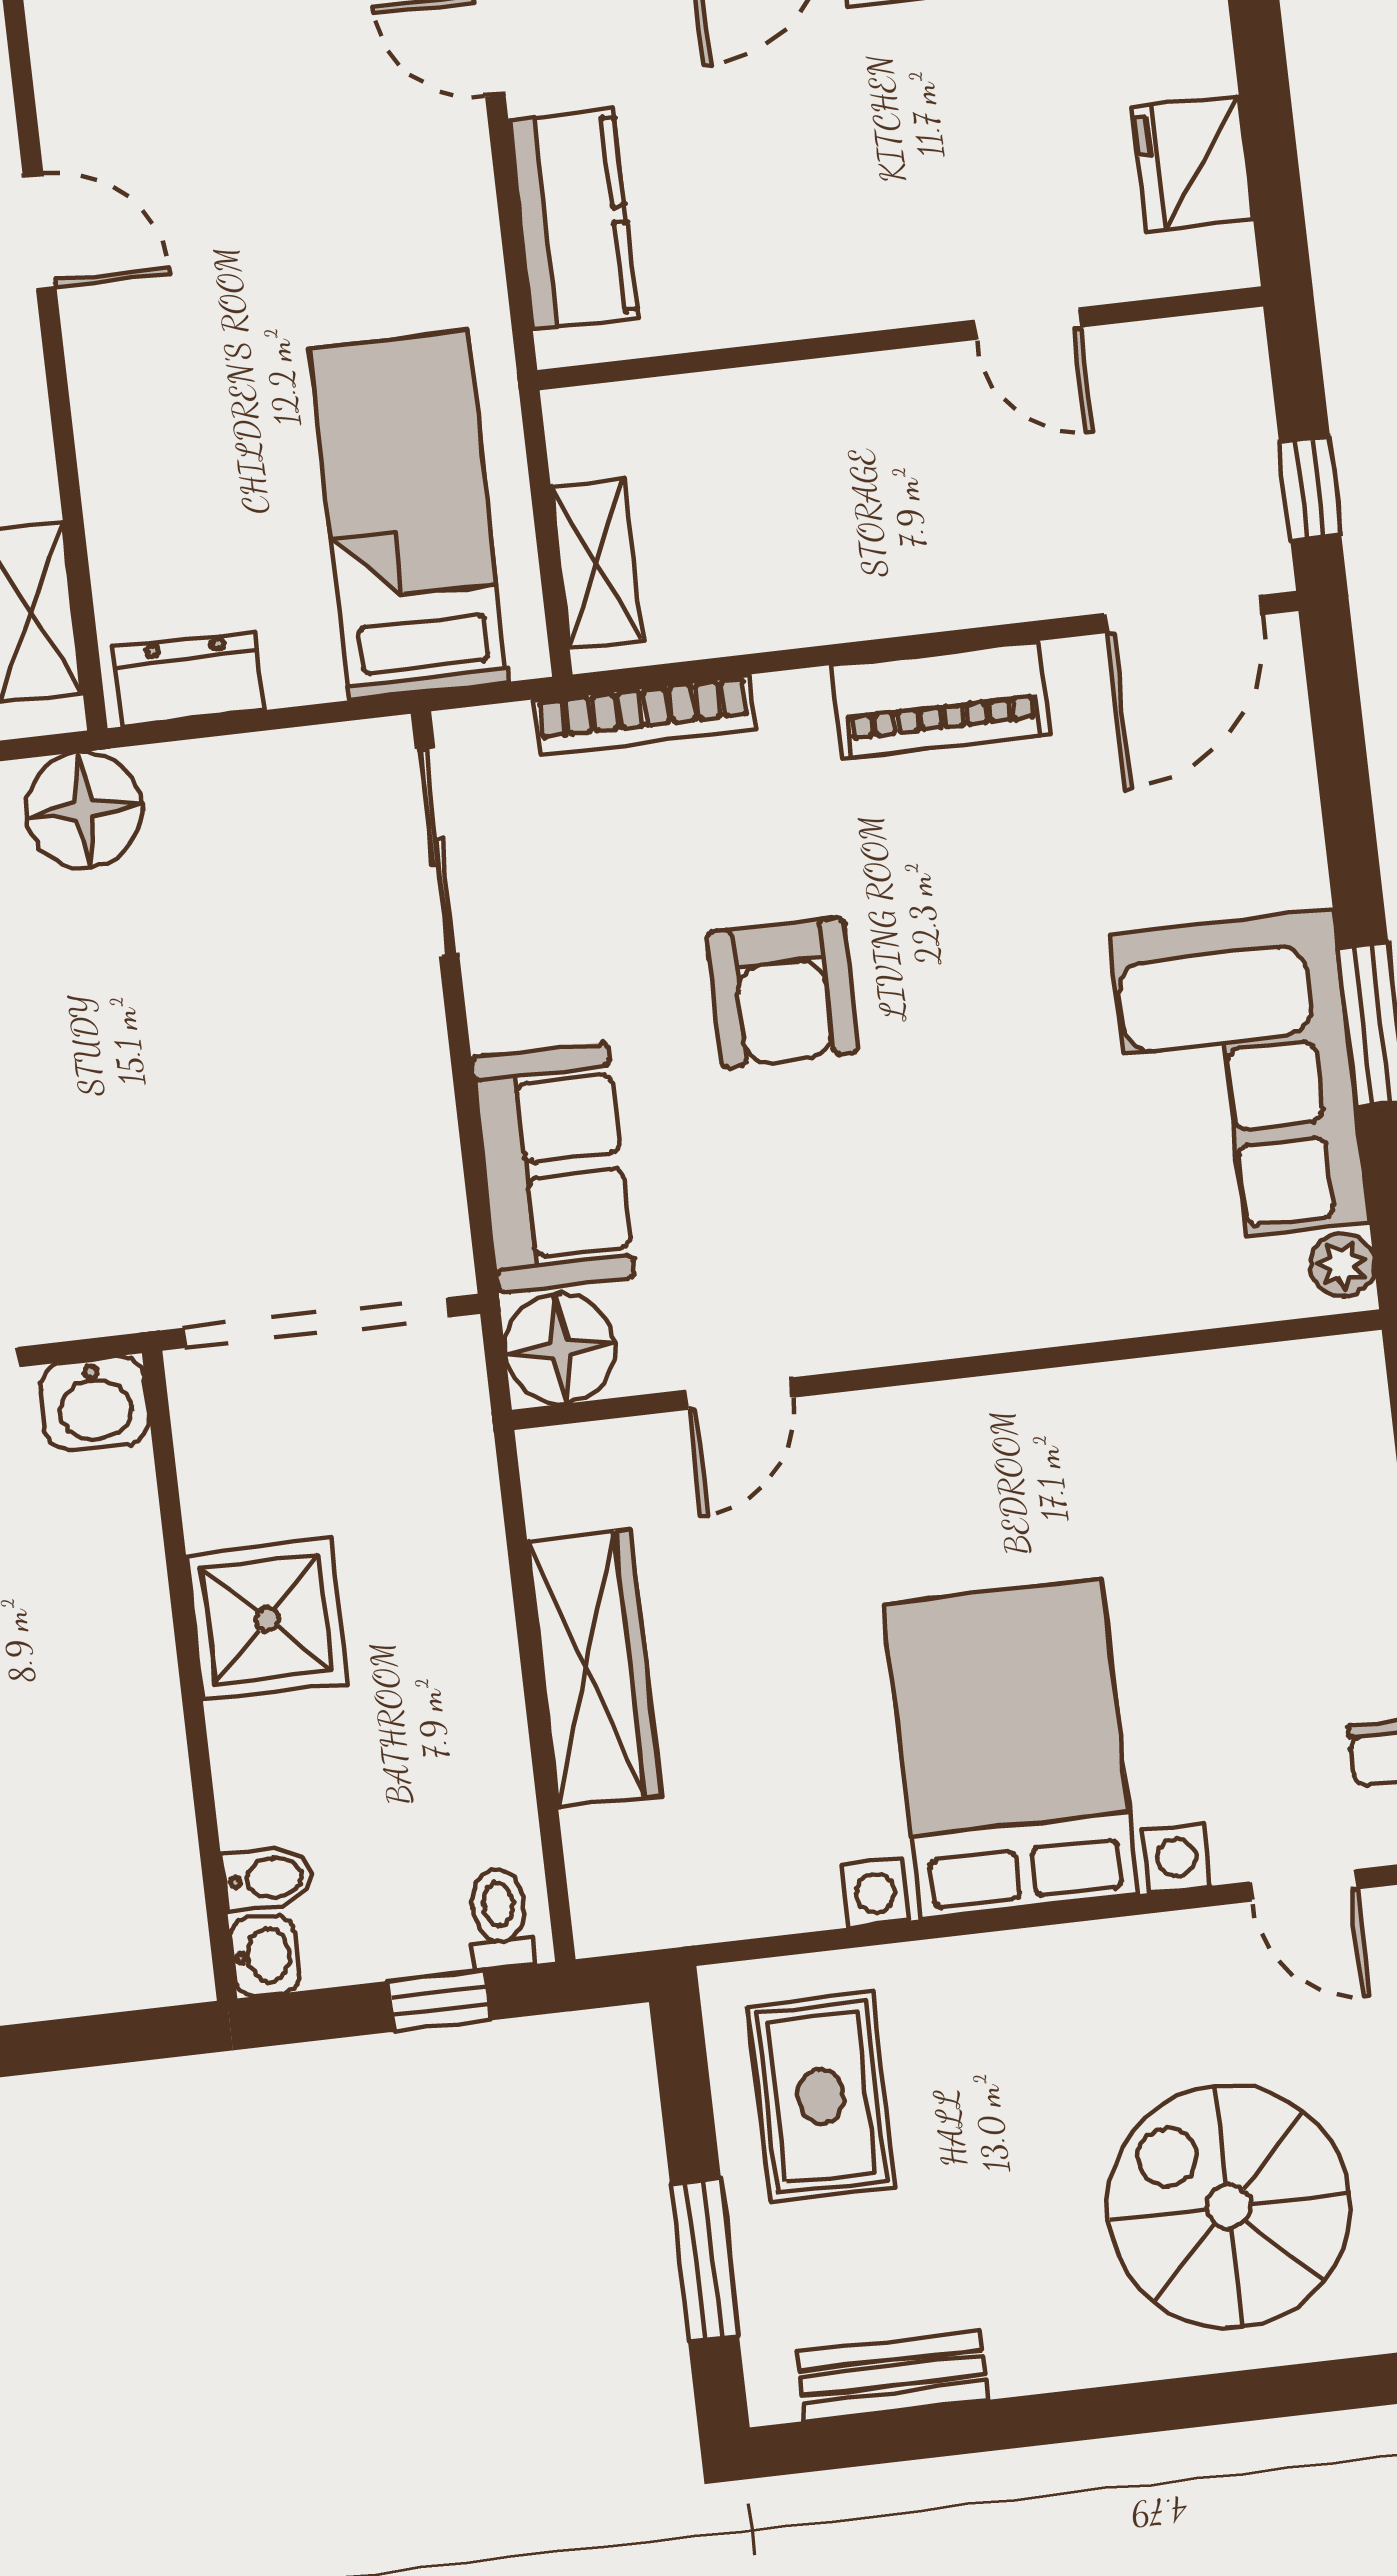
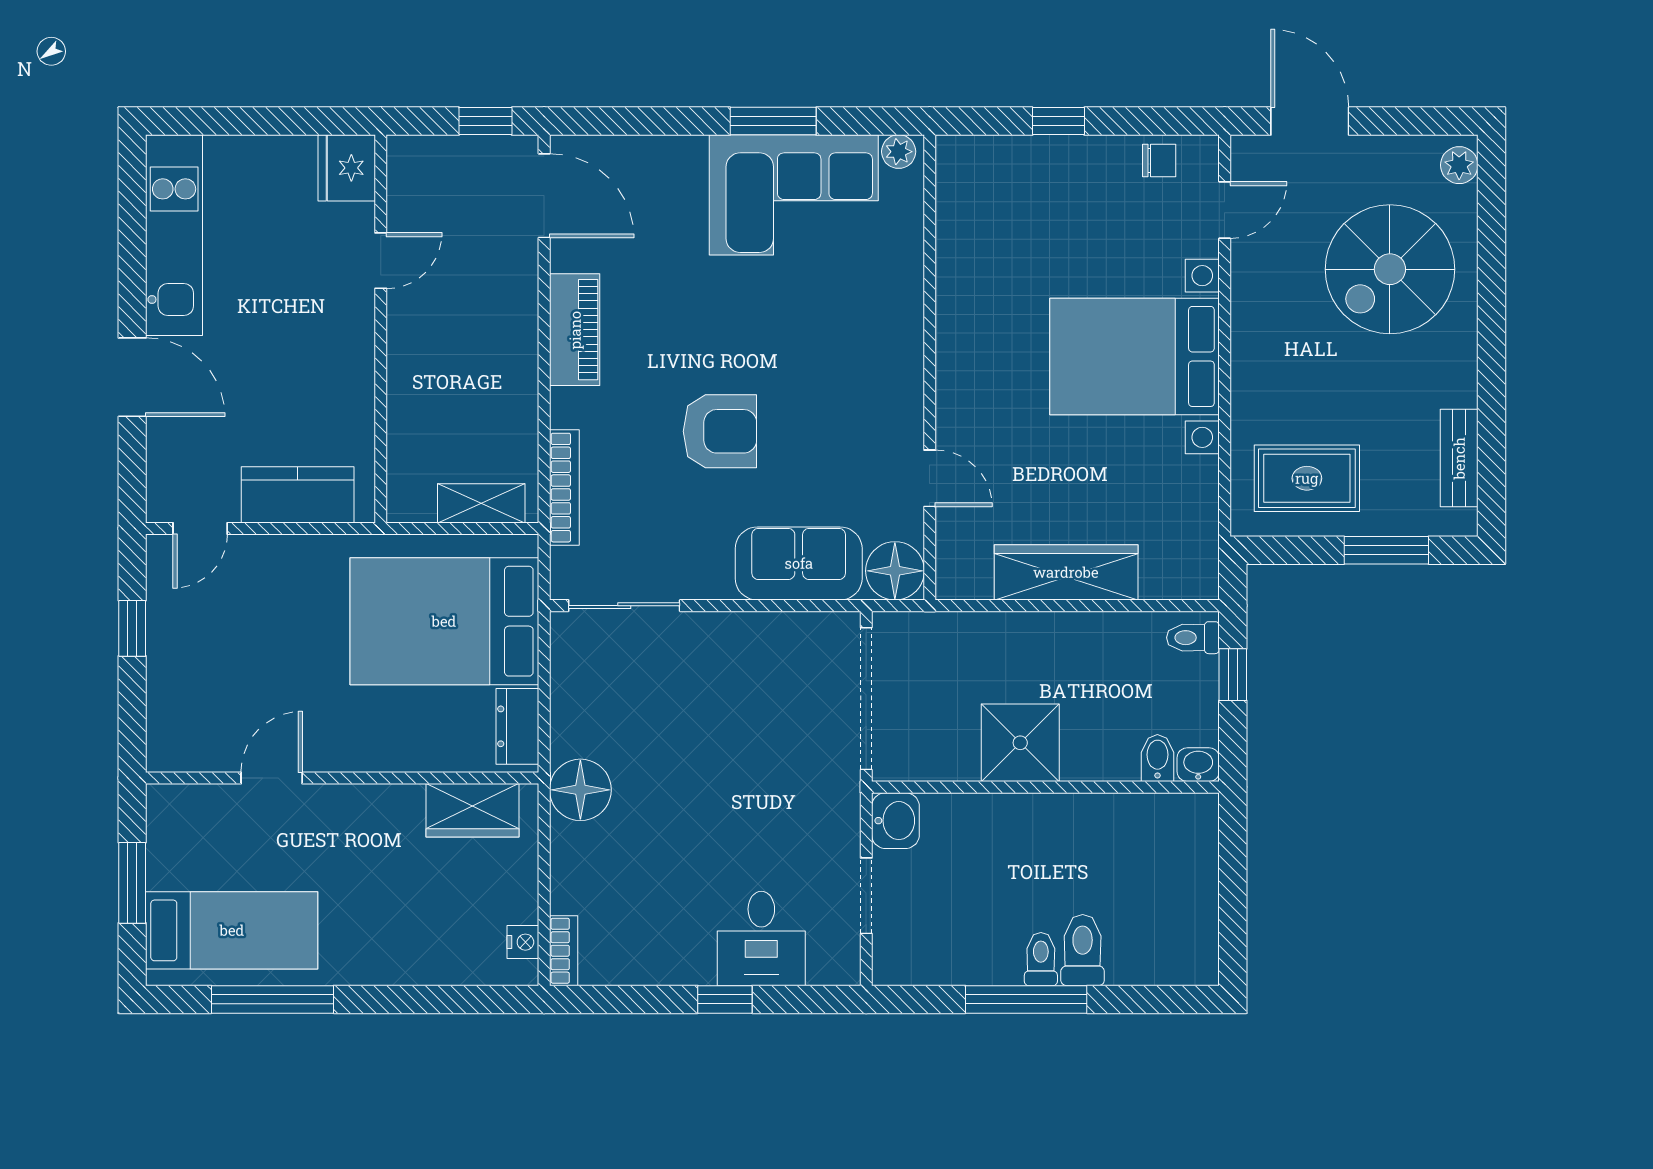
fridge: (1193, 163) -> (347, 168), moved, turned 90
bed: (409, 515) -> (444, 621), width x1.50

